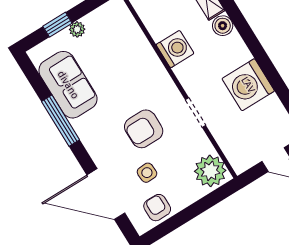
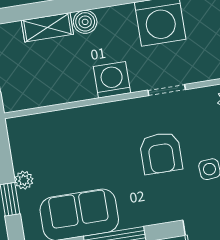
washing machine: (175, 49) -> (112, 80), moved

